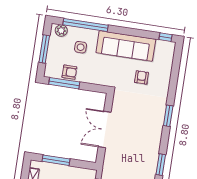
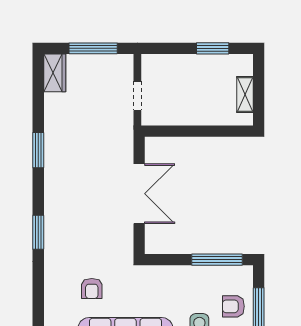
armchair: (69, 72) -> (233, 306), moved
window: (56, 160) -> (211, 131), removed

